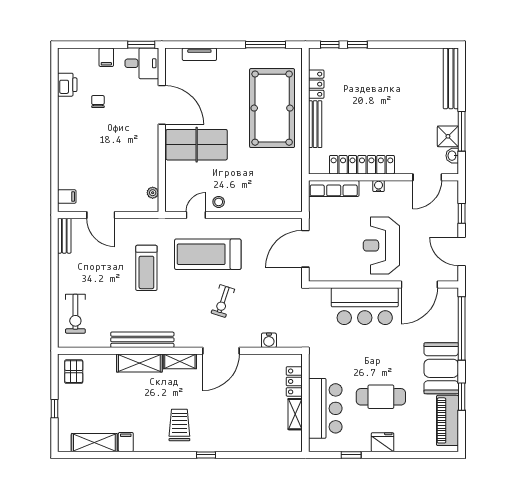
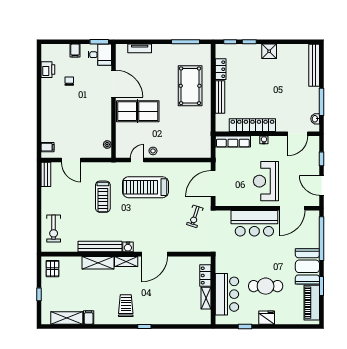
pool table: (272, 108) -> (190, 86), width x0.73, depth x0.76
shower: (448, 136) -> (269, 51), moved
exercise bike: (223, 301) -> (195, 216), moved
water cooler: (269, 340) -> (128, 247), moved

